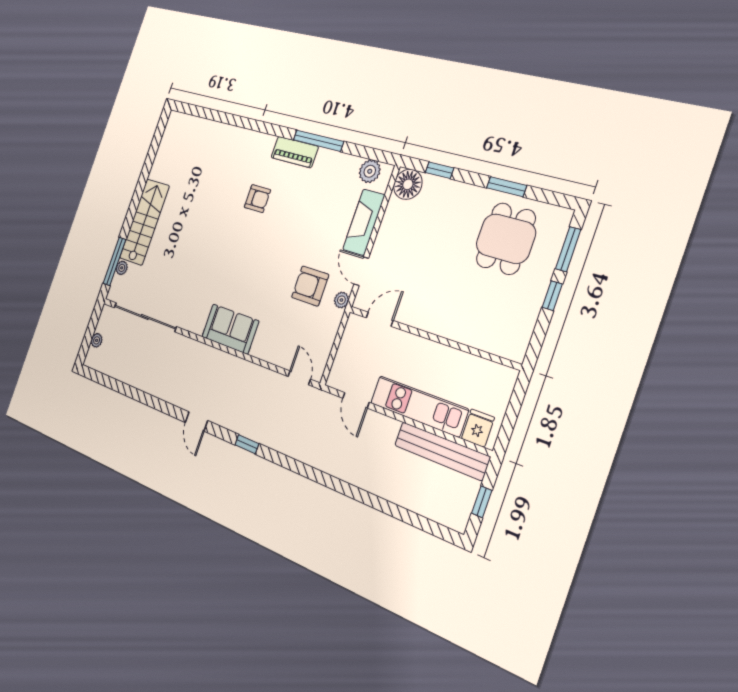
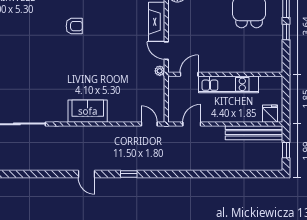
armchair: (310, 286) -> (135, 69), removed
door: (356, 400) -> (192, 124), swing flipped
kitchen unit: (419, 406) -> (228, 84), moved, turned 180

